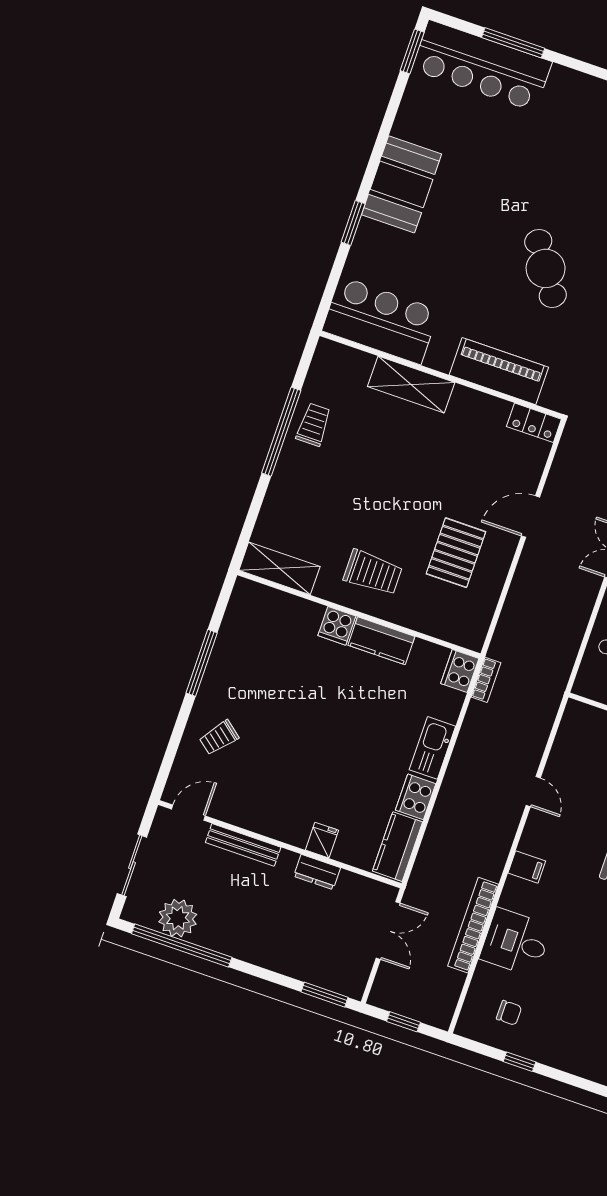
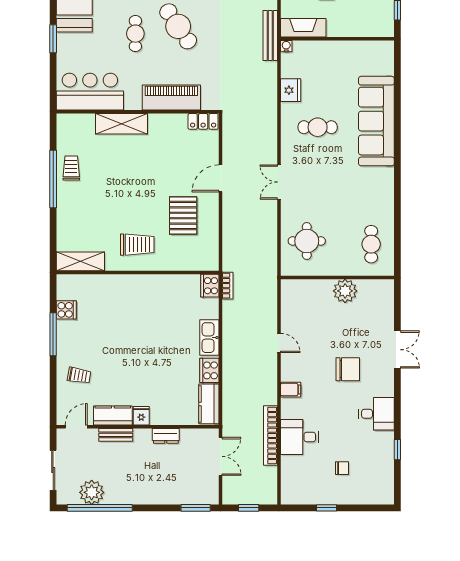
cafe table: (478, 257) -> (135, 34), added
cooker: (337, 626) -> (66, 310), moved, turned -90
kitchen counter: (381, 641) -> (113, 416), moved, turned 180
trolley: (219, 738) -> (79, 375), turned -119
fridge: (322, 840) -> (141, 416), moved
bench: (243, 845) -> (116, 435), width x0.73
chair: (509, 1013) -> (342, 468), moved

